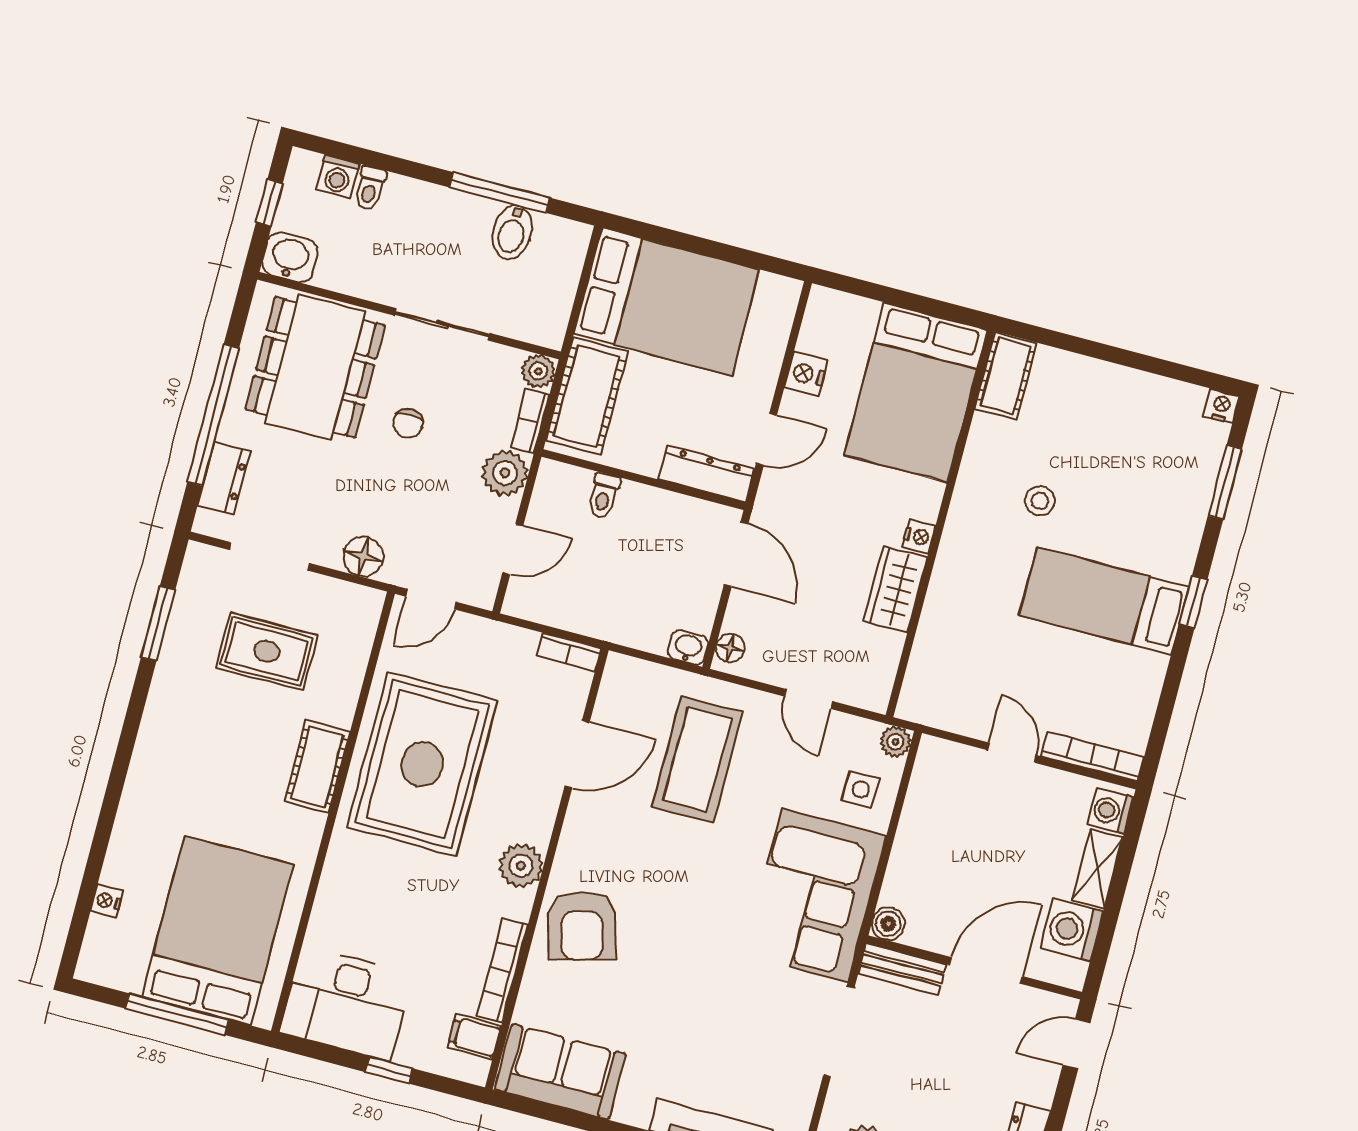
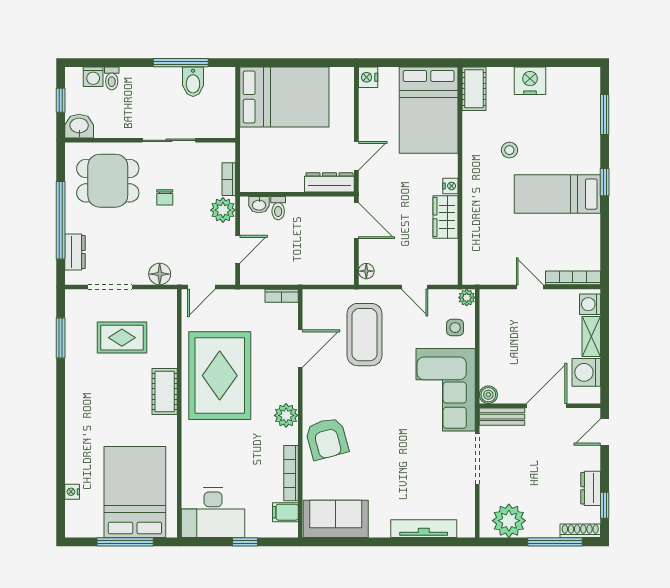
dining table: (315, 367) -> (108, 181), width x0.73
plant: (538, 371) -> (226, 152), removed
nightstand: (806, 374) -> (368, 77), moved
cot: (587, 396) -> (255, 158), removed
nightstand: (1221, 406) -> (530, 81), moved, width x1.89, depth x1.79
washbasin: (688, 647) -> (259, 205), moved, turned 180

